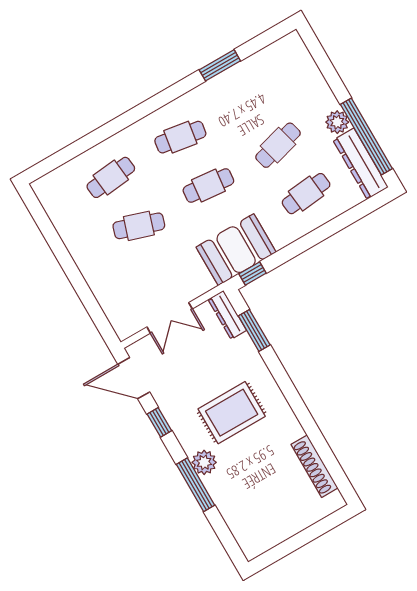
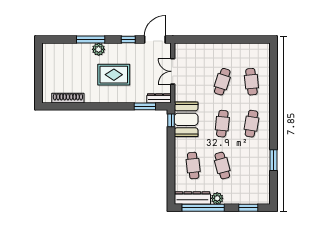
window: (323, 62) -> (248, 208), added
rug: (232, 413) -> (114, 75), turned 90

